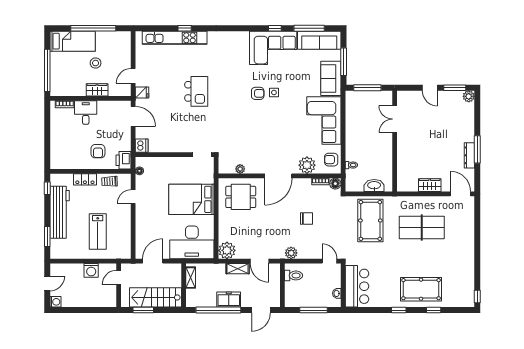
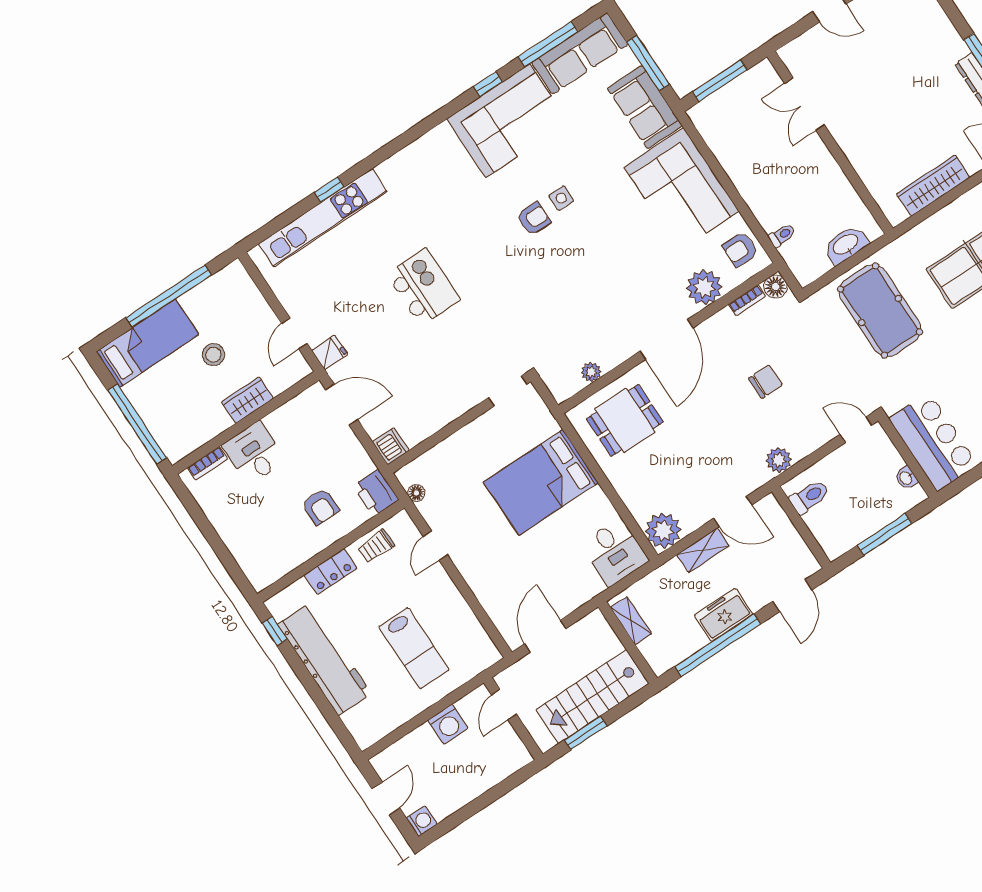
wardrobe: (430, 185) -> (933, 186), width x1.50
window: (47, 236) -> (331, 716), removed
desk: (192, 242) -> (615, 552), width x0.53, depth x0.77

